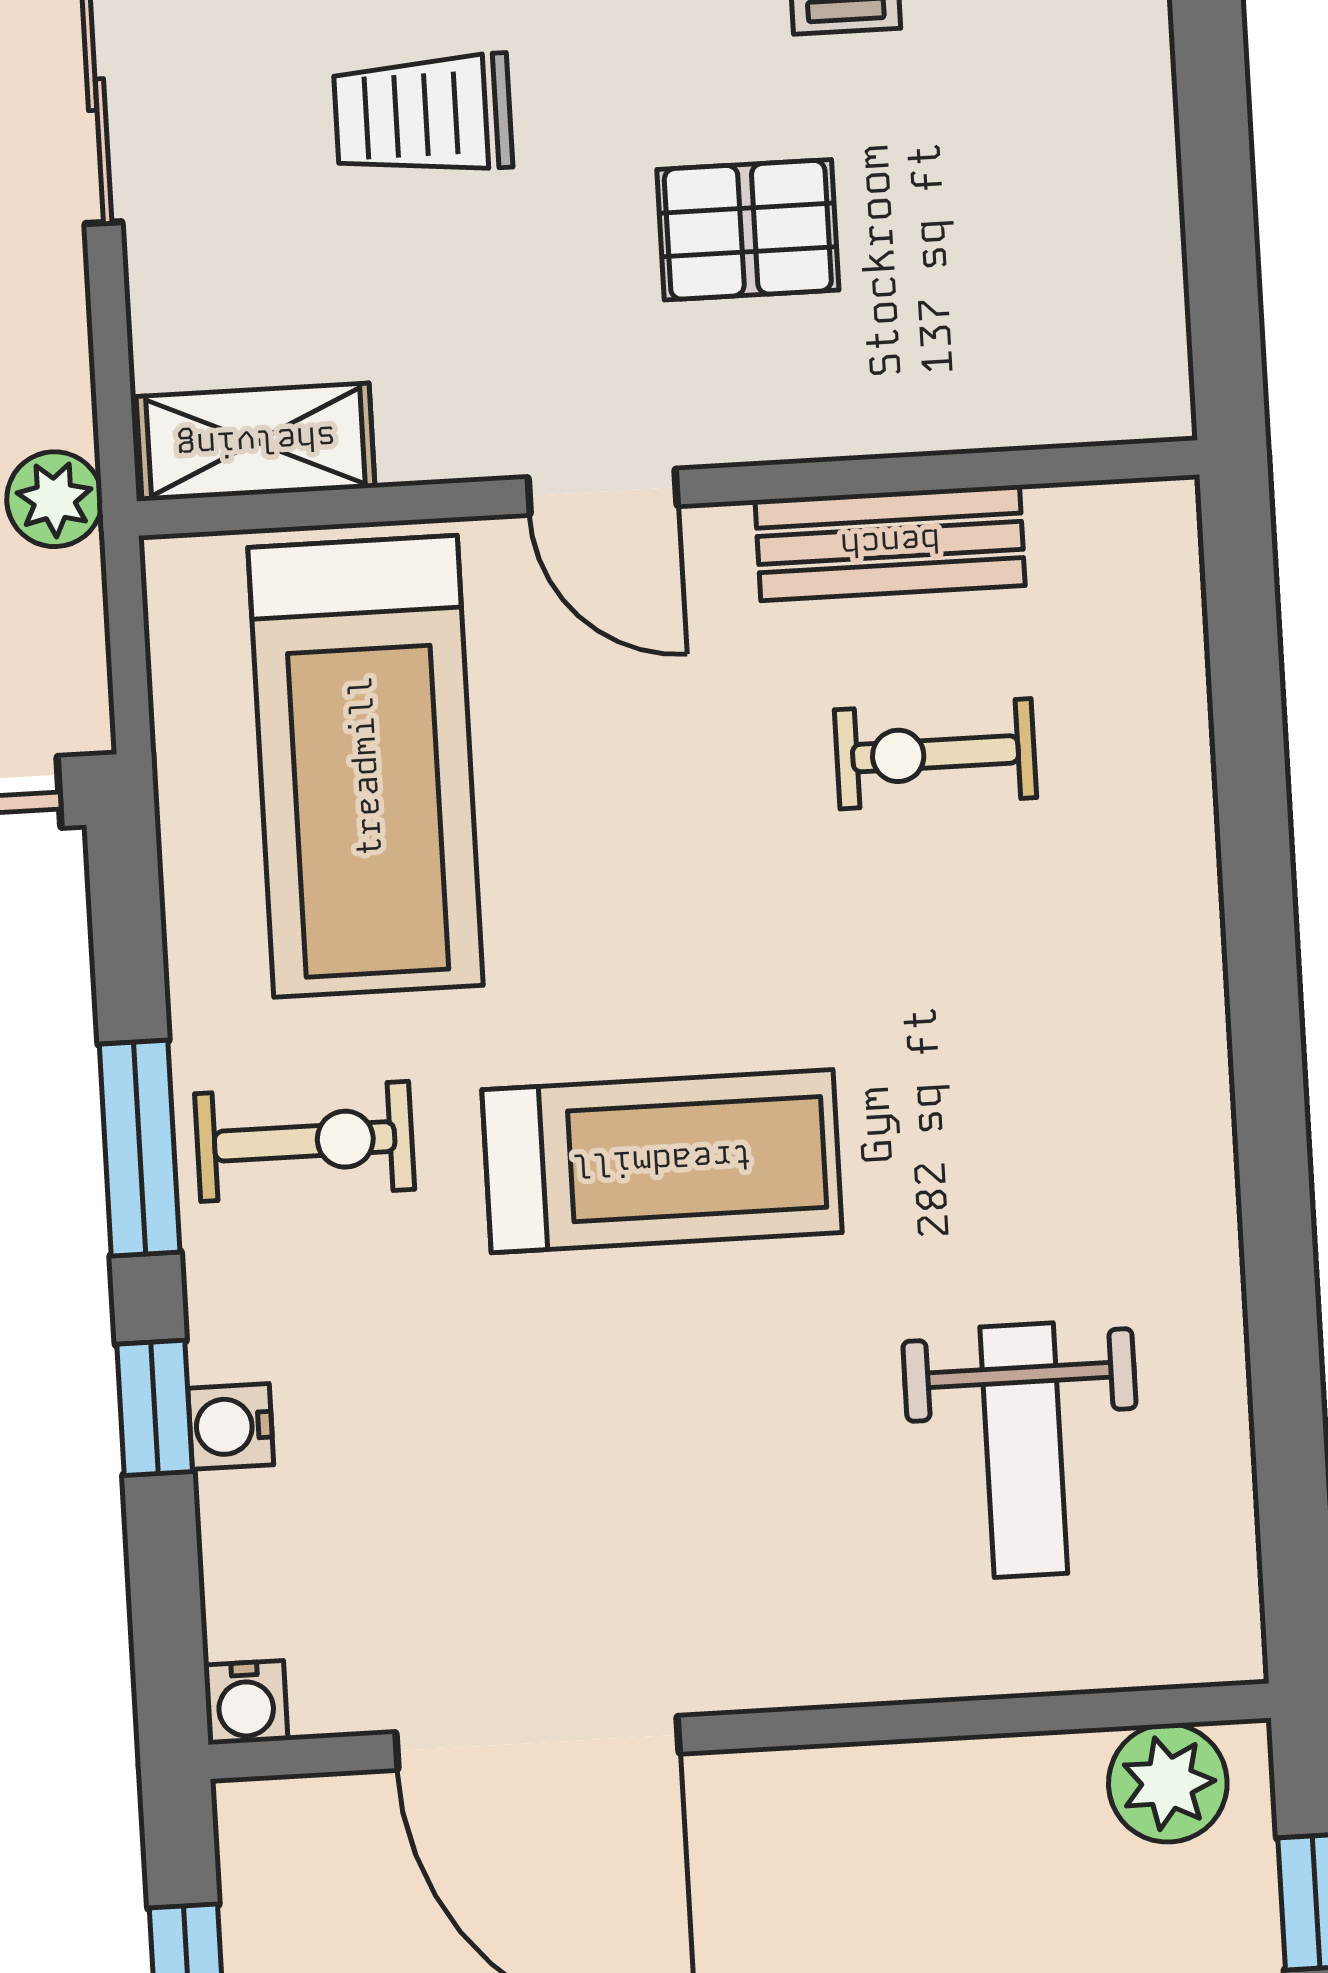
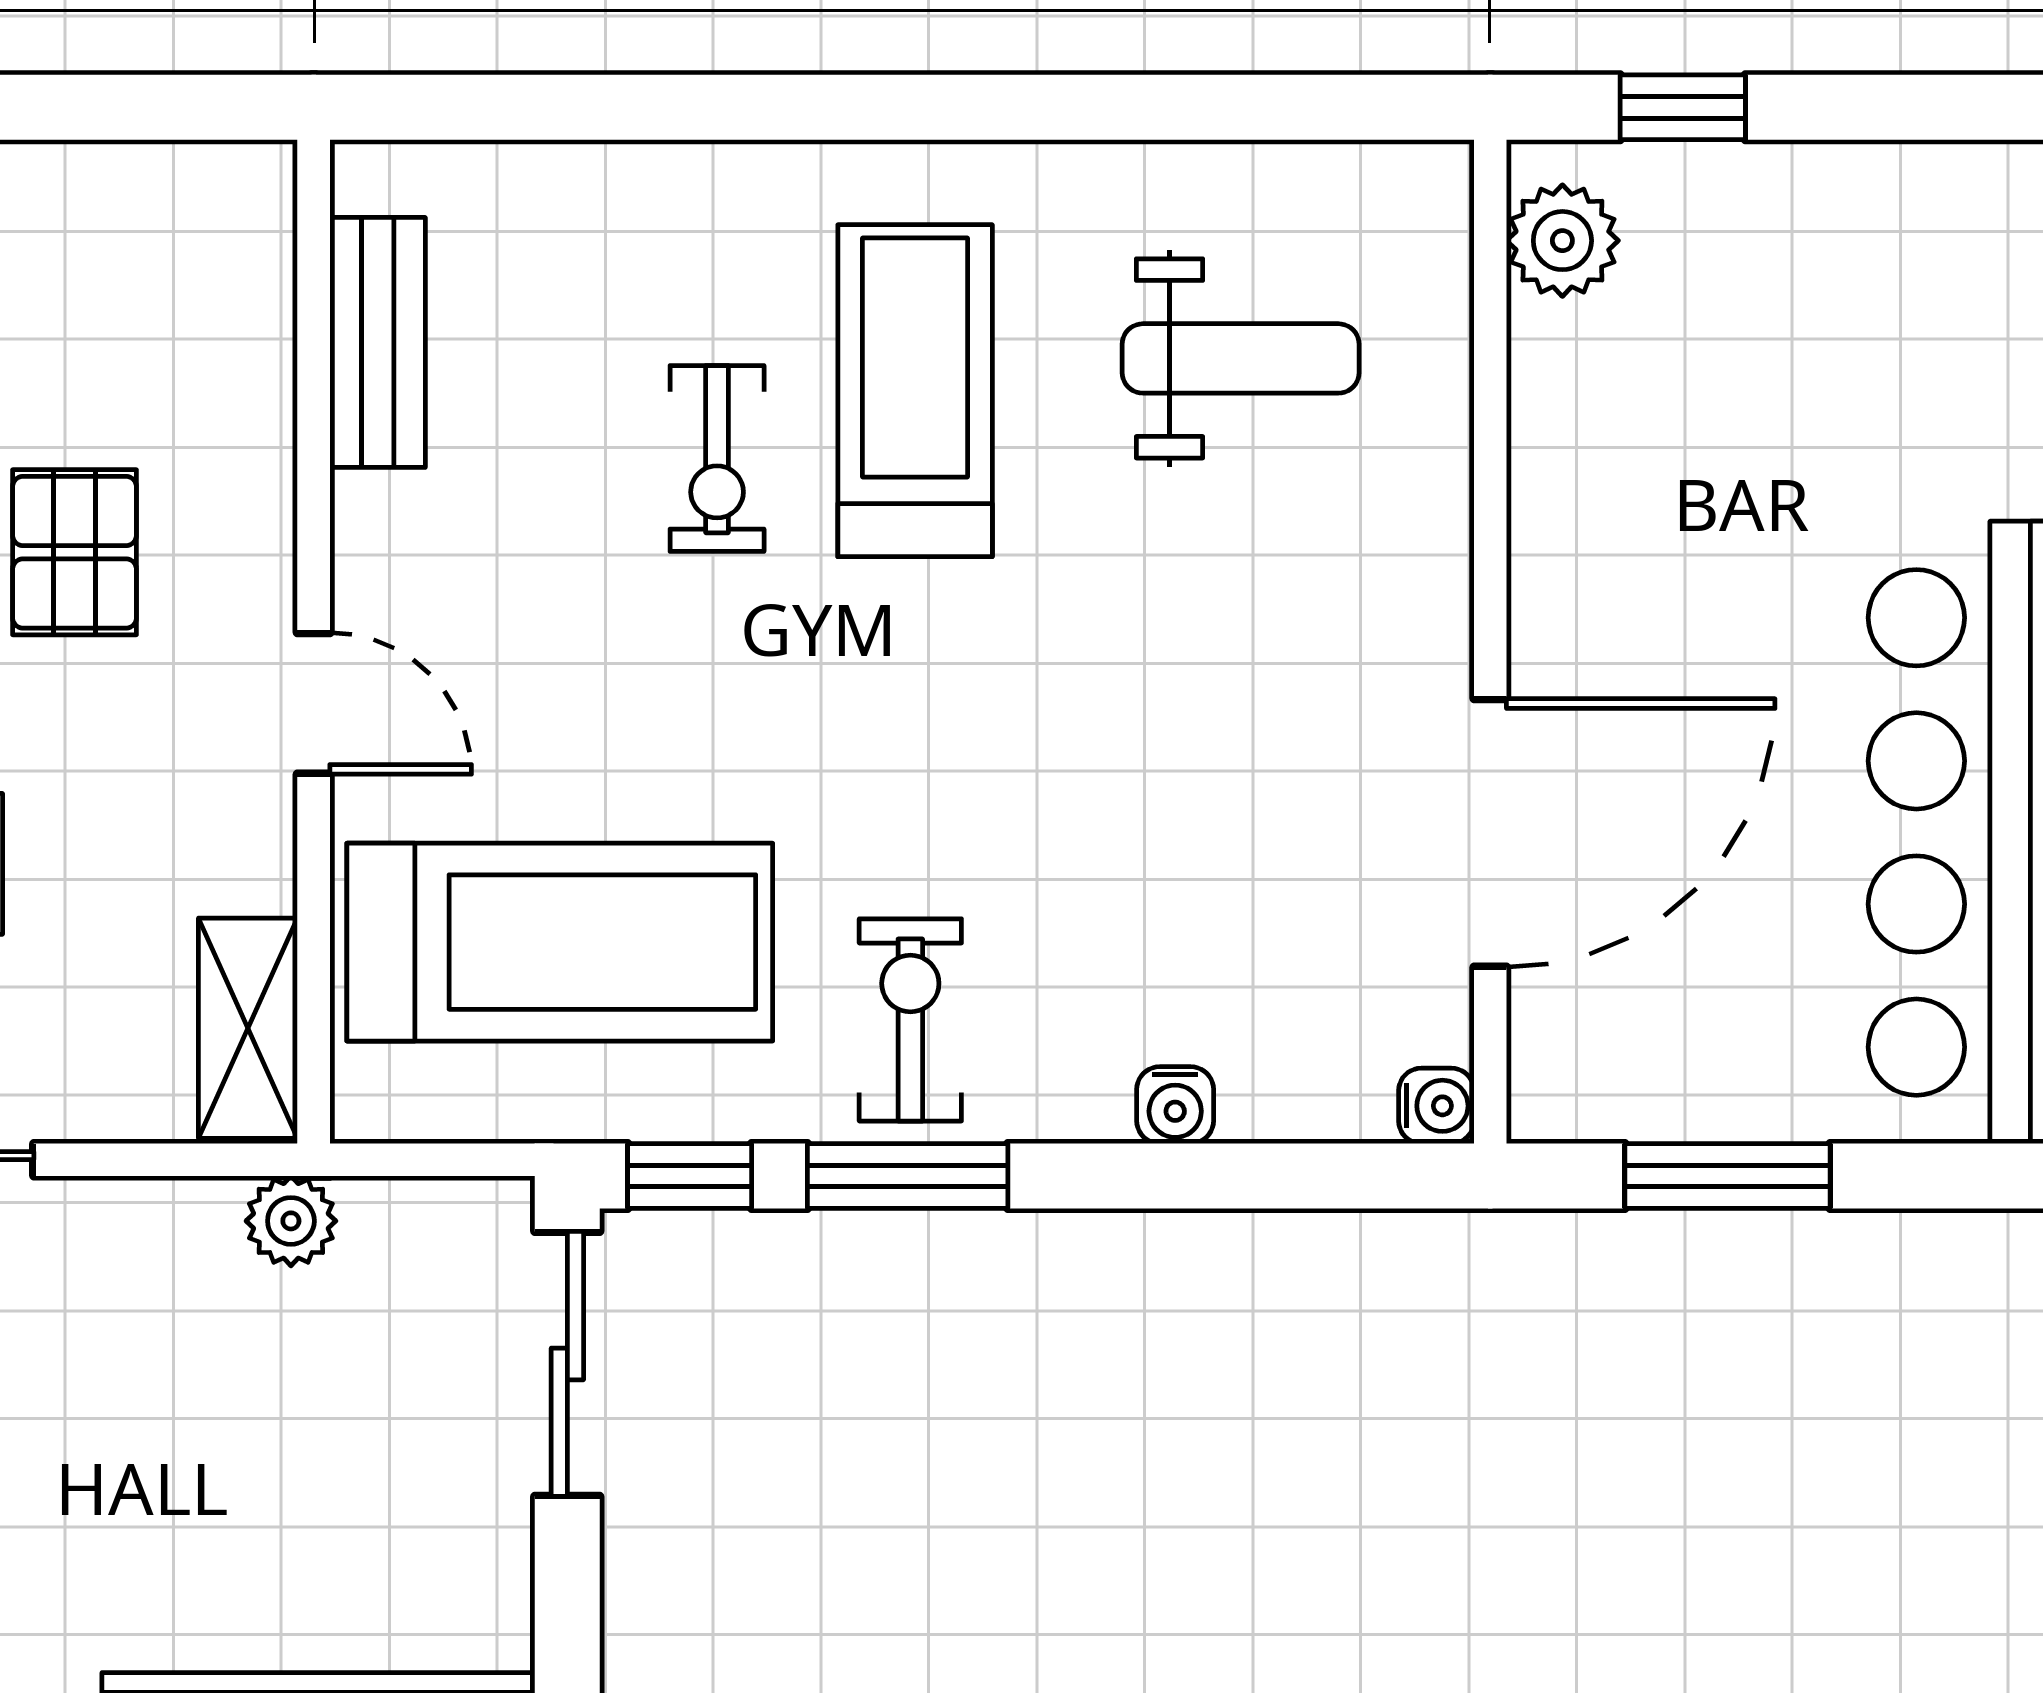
door: (603, 492) -> (314, 703), hinge flipped
bench: (890, 543) -> (378, 342), moved
exercise bike: (936, 754) -> (717, 458), moved
treadmill: (662, 1161) -> (915, 391), moved
window: (155, 1408) -> (690, 1176), moved

